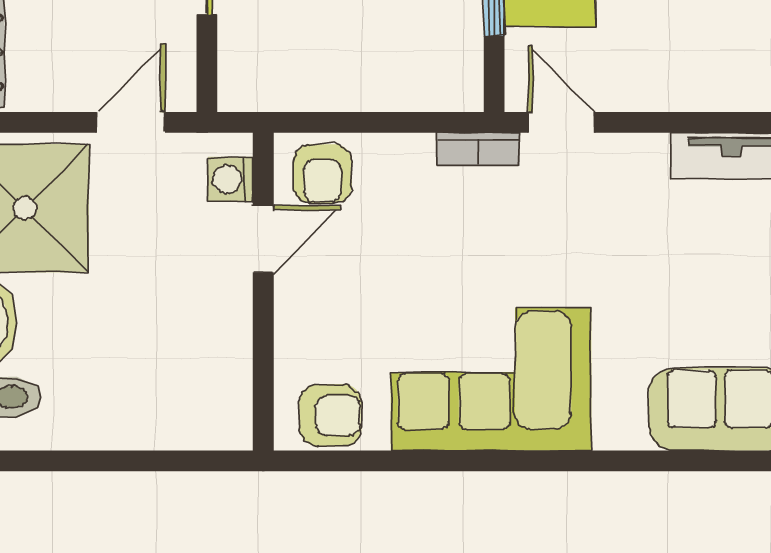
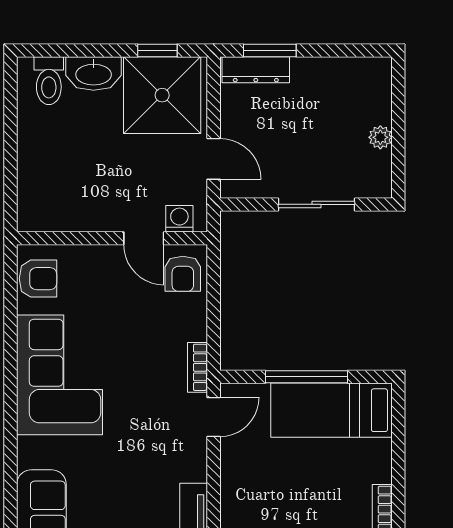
armchair: (323, 174) -> (183, 274), turned -90
armchair: (330, 415) -> (38, 279), turned -90

